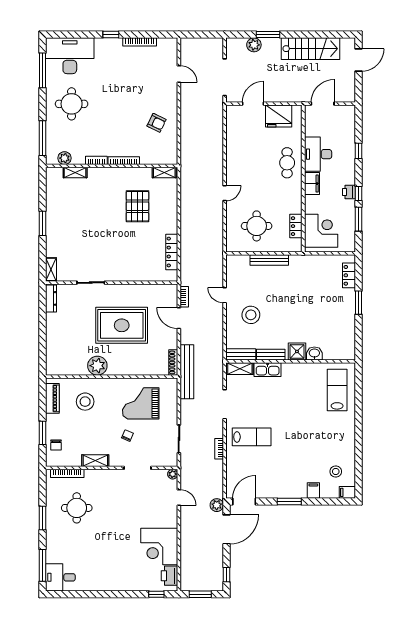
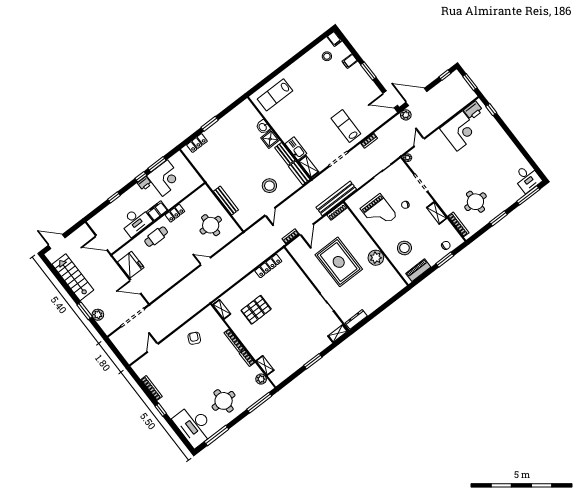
locker: (296, 226) -> (175, 213), moved
corner desk: (321, 231) -> (165, 178), moved, turned 180

